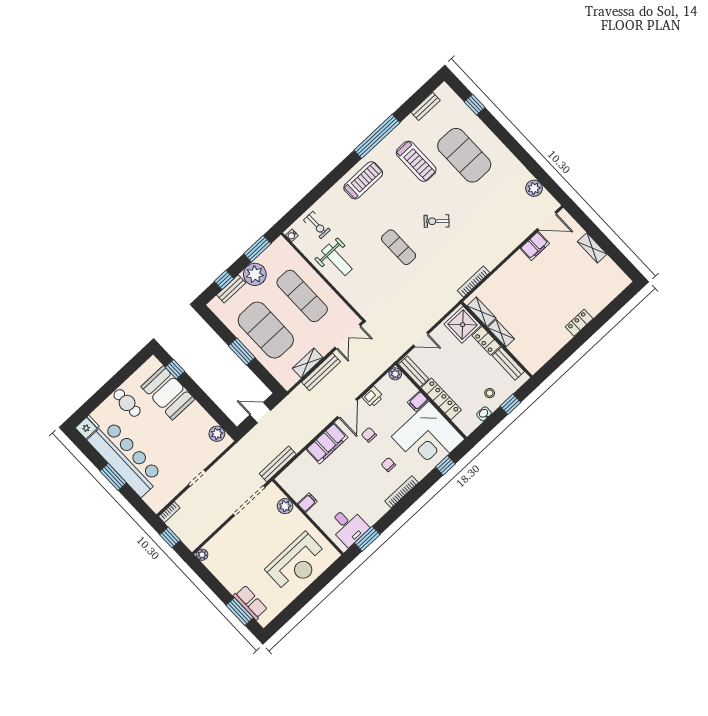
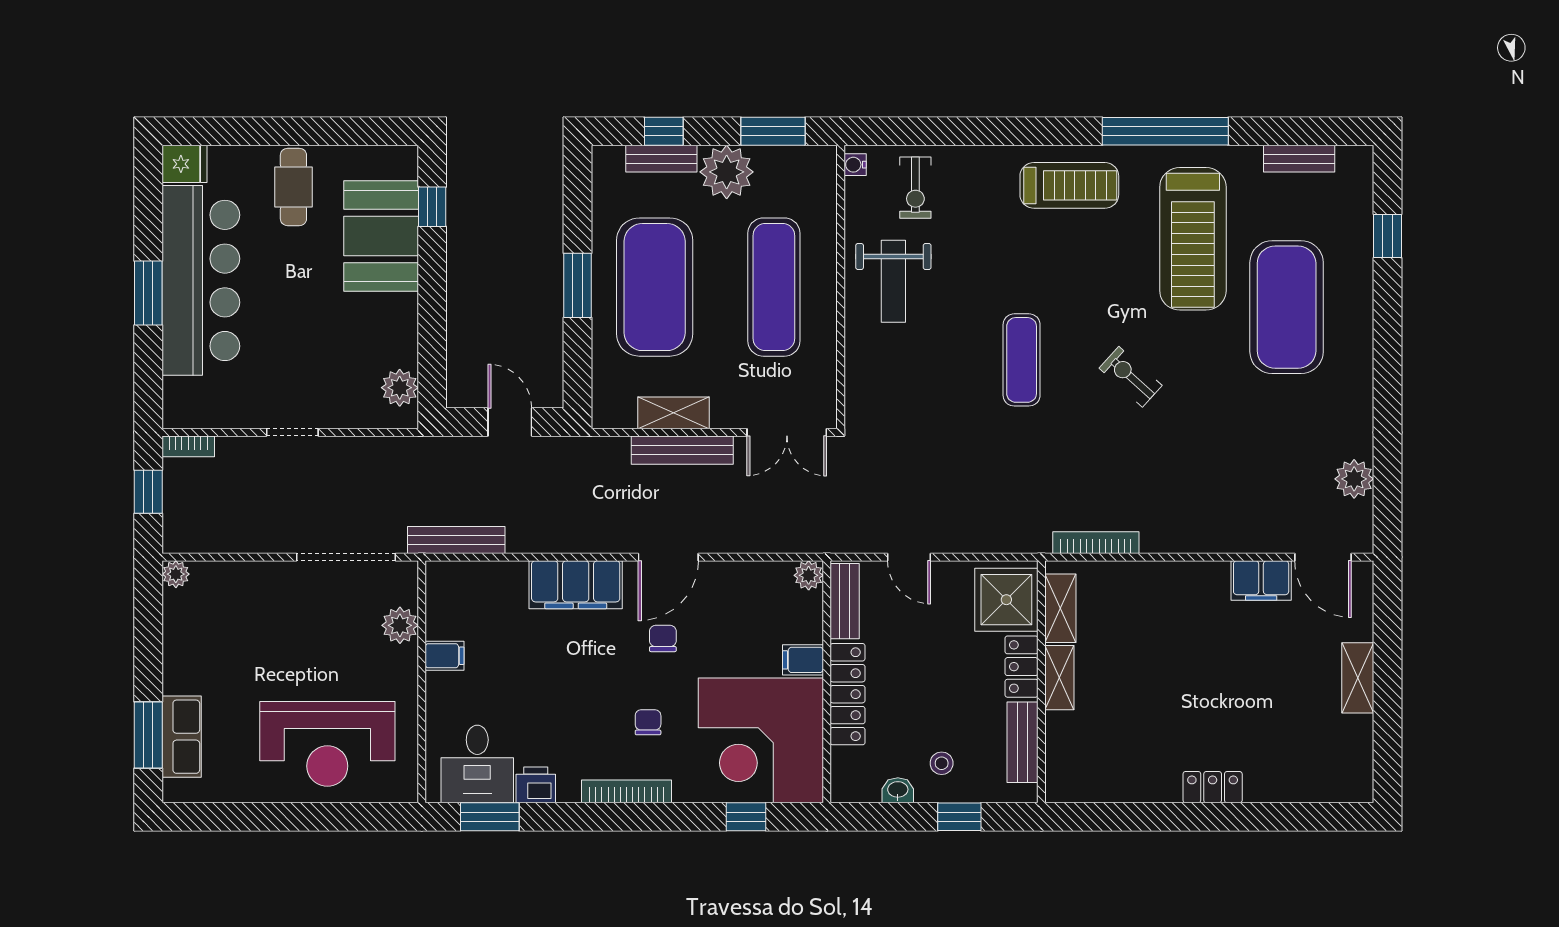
treadmill: (416, 161) -> (1193, 239), width x1.37, depth x1.38
printer: (373, 397) -> (536, 785), moved, turned 180

